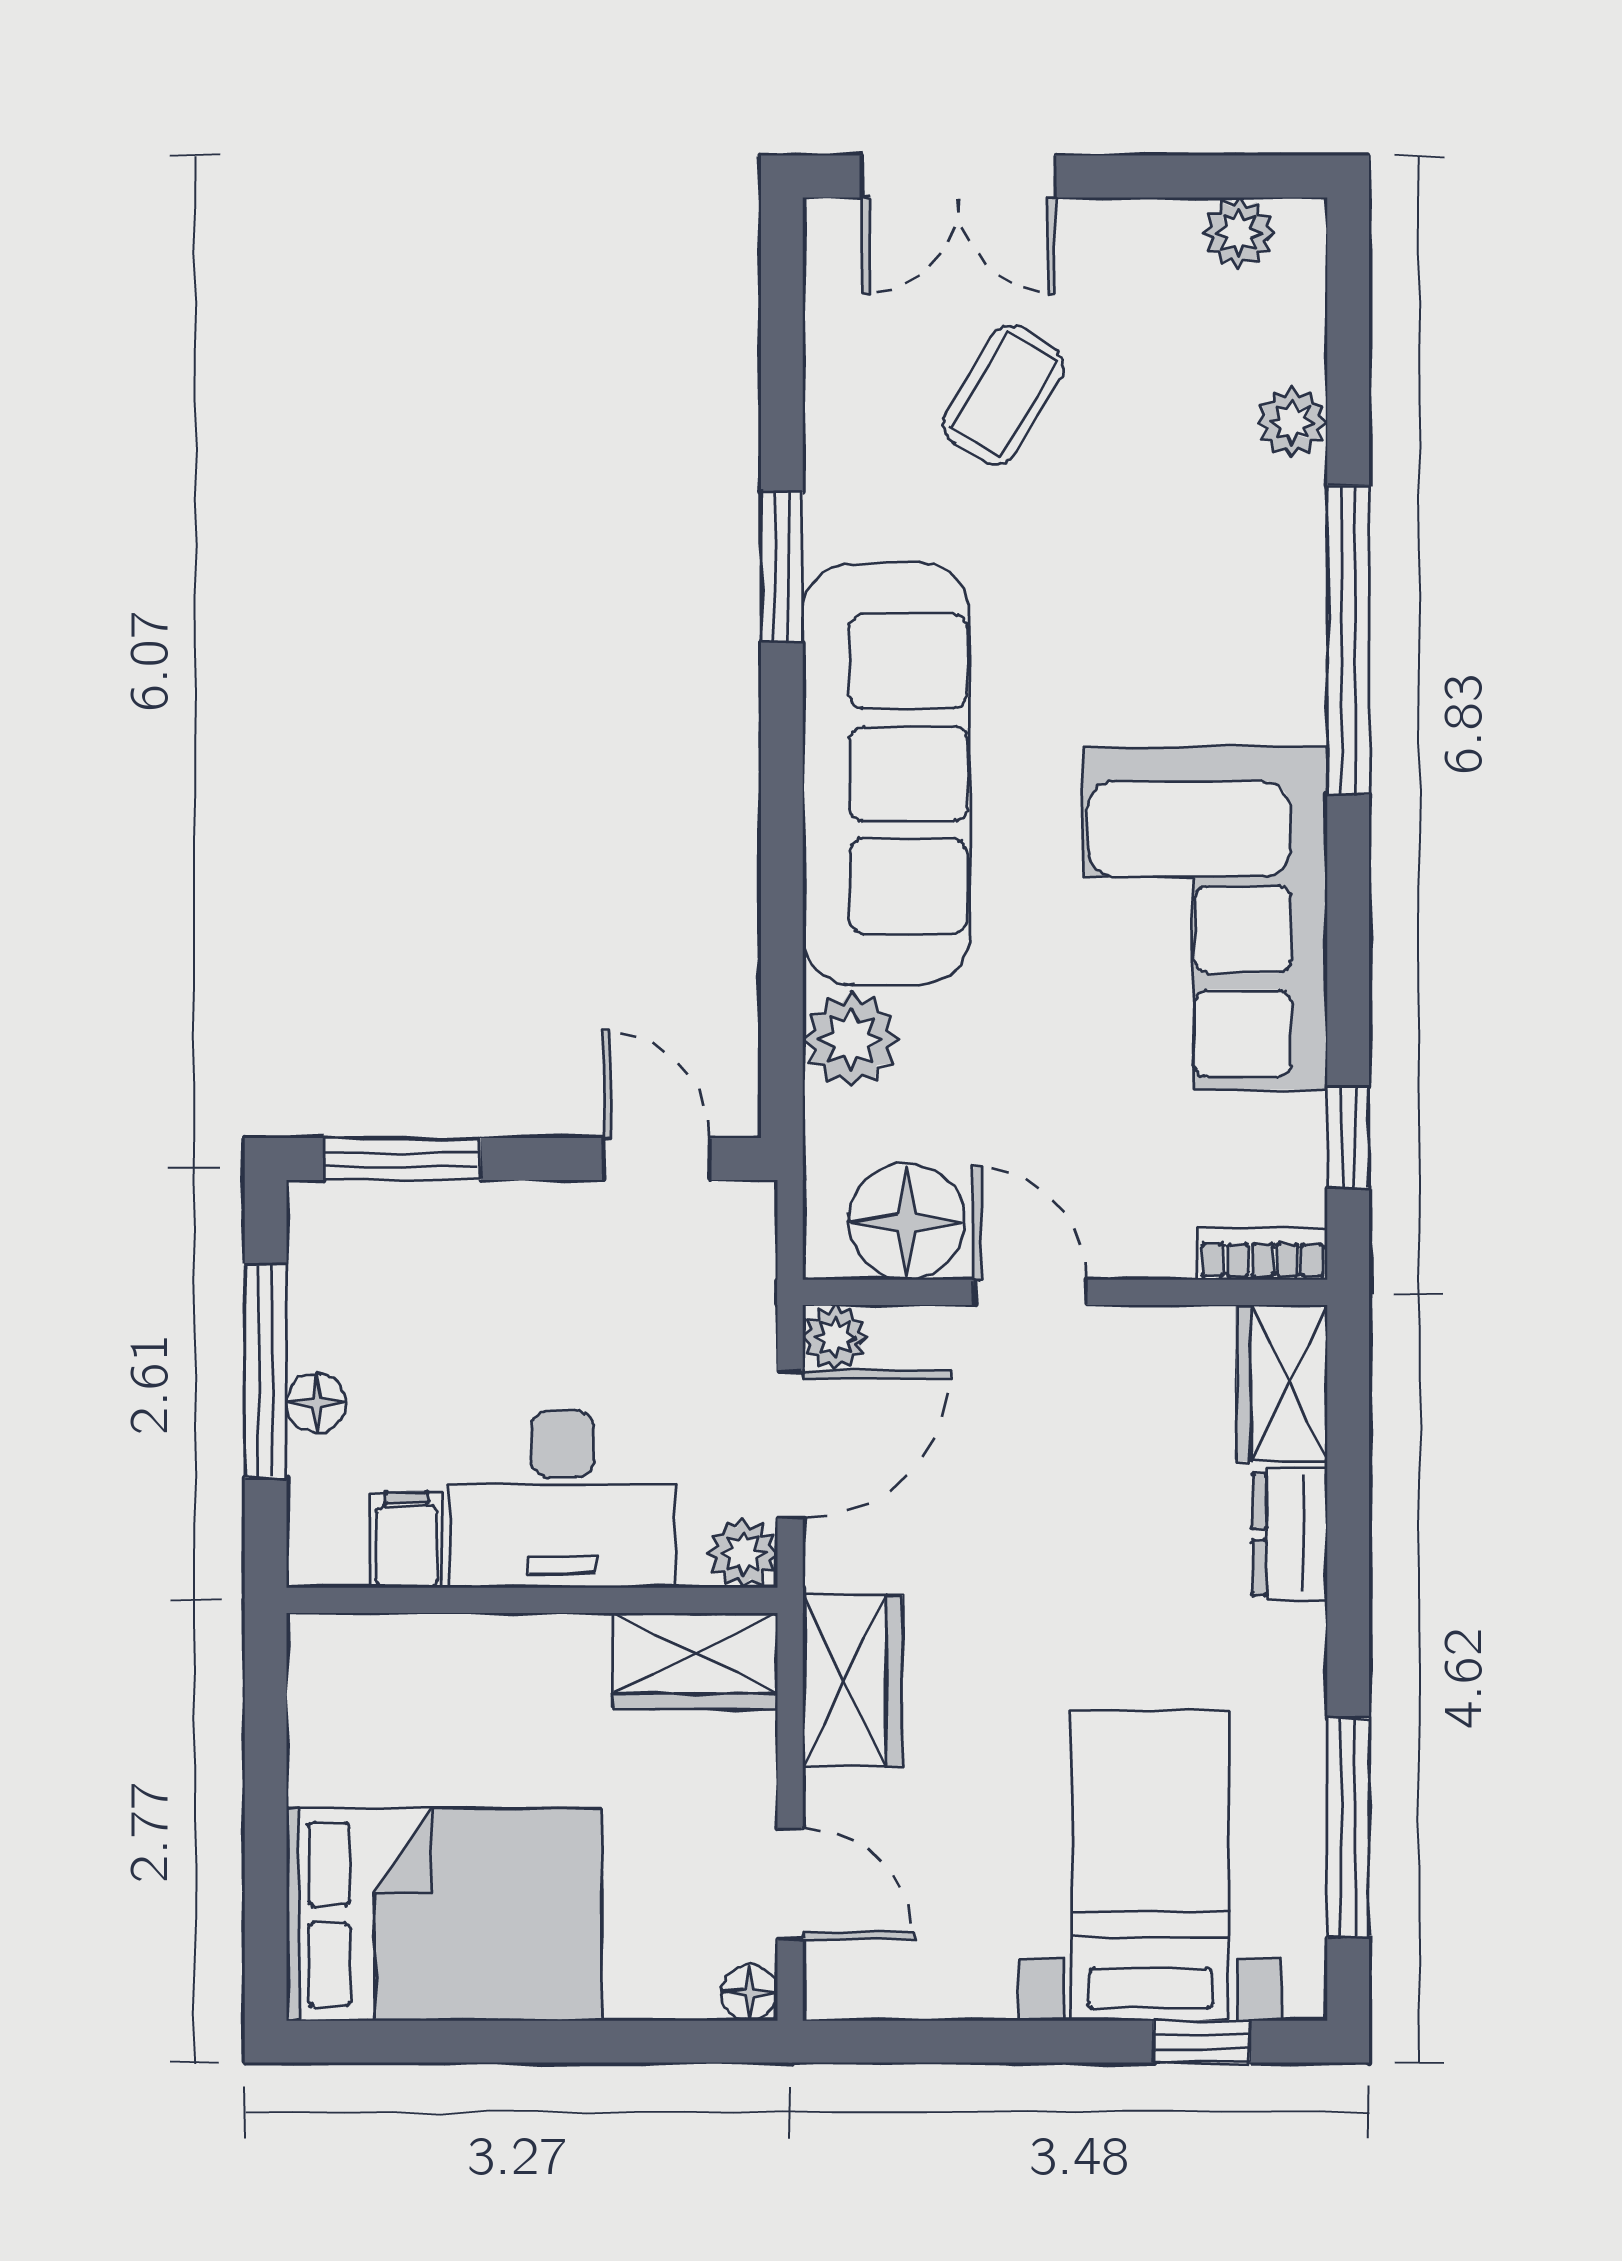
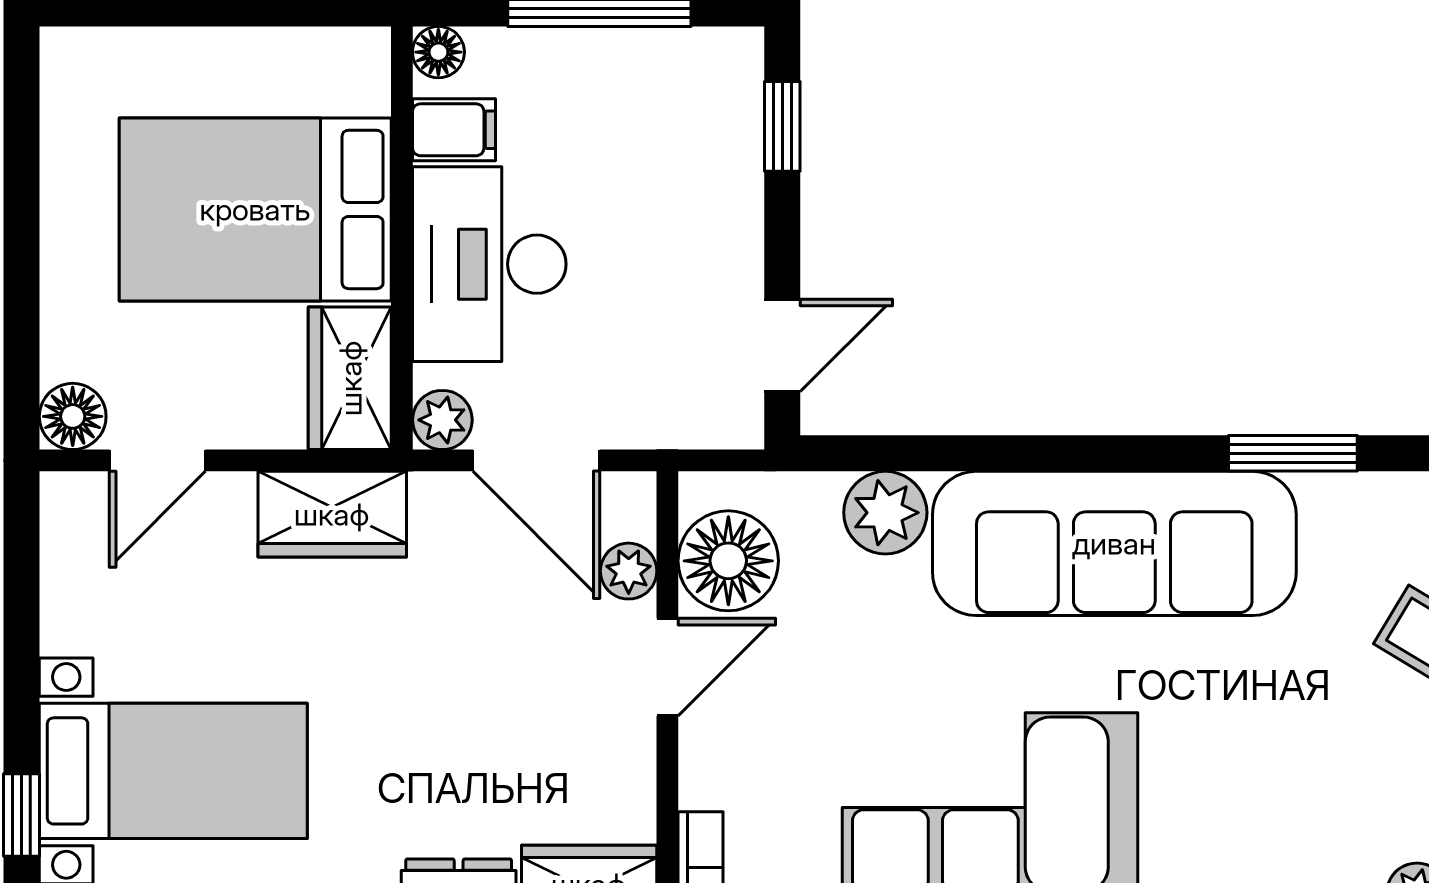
window: (403, 1159) -> (782, 126), width x0.67
plant: (835, 1337) -> (629, 571), moved
floor lamp: (316, 1403) -> (438, 52), moved
bed: (444, 1914) -> (255, 209), moved, turned 90
floor lamp: (750, 1993) -> (73, 416), width x1.37, depth x1.37

